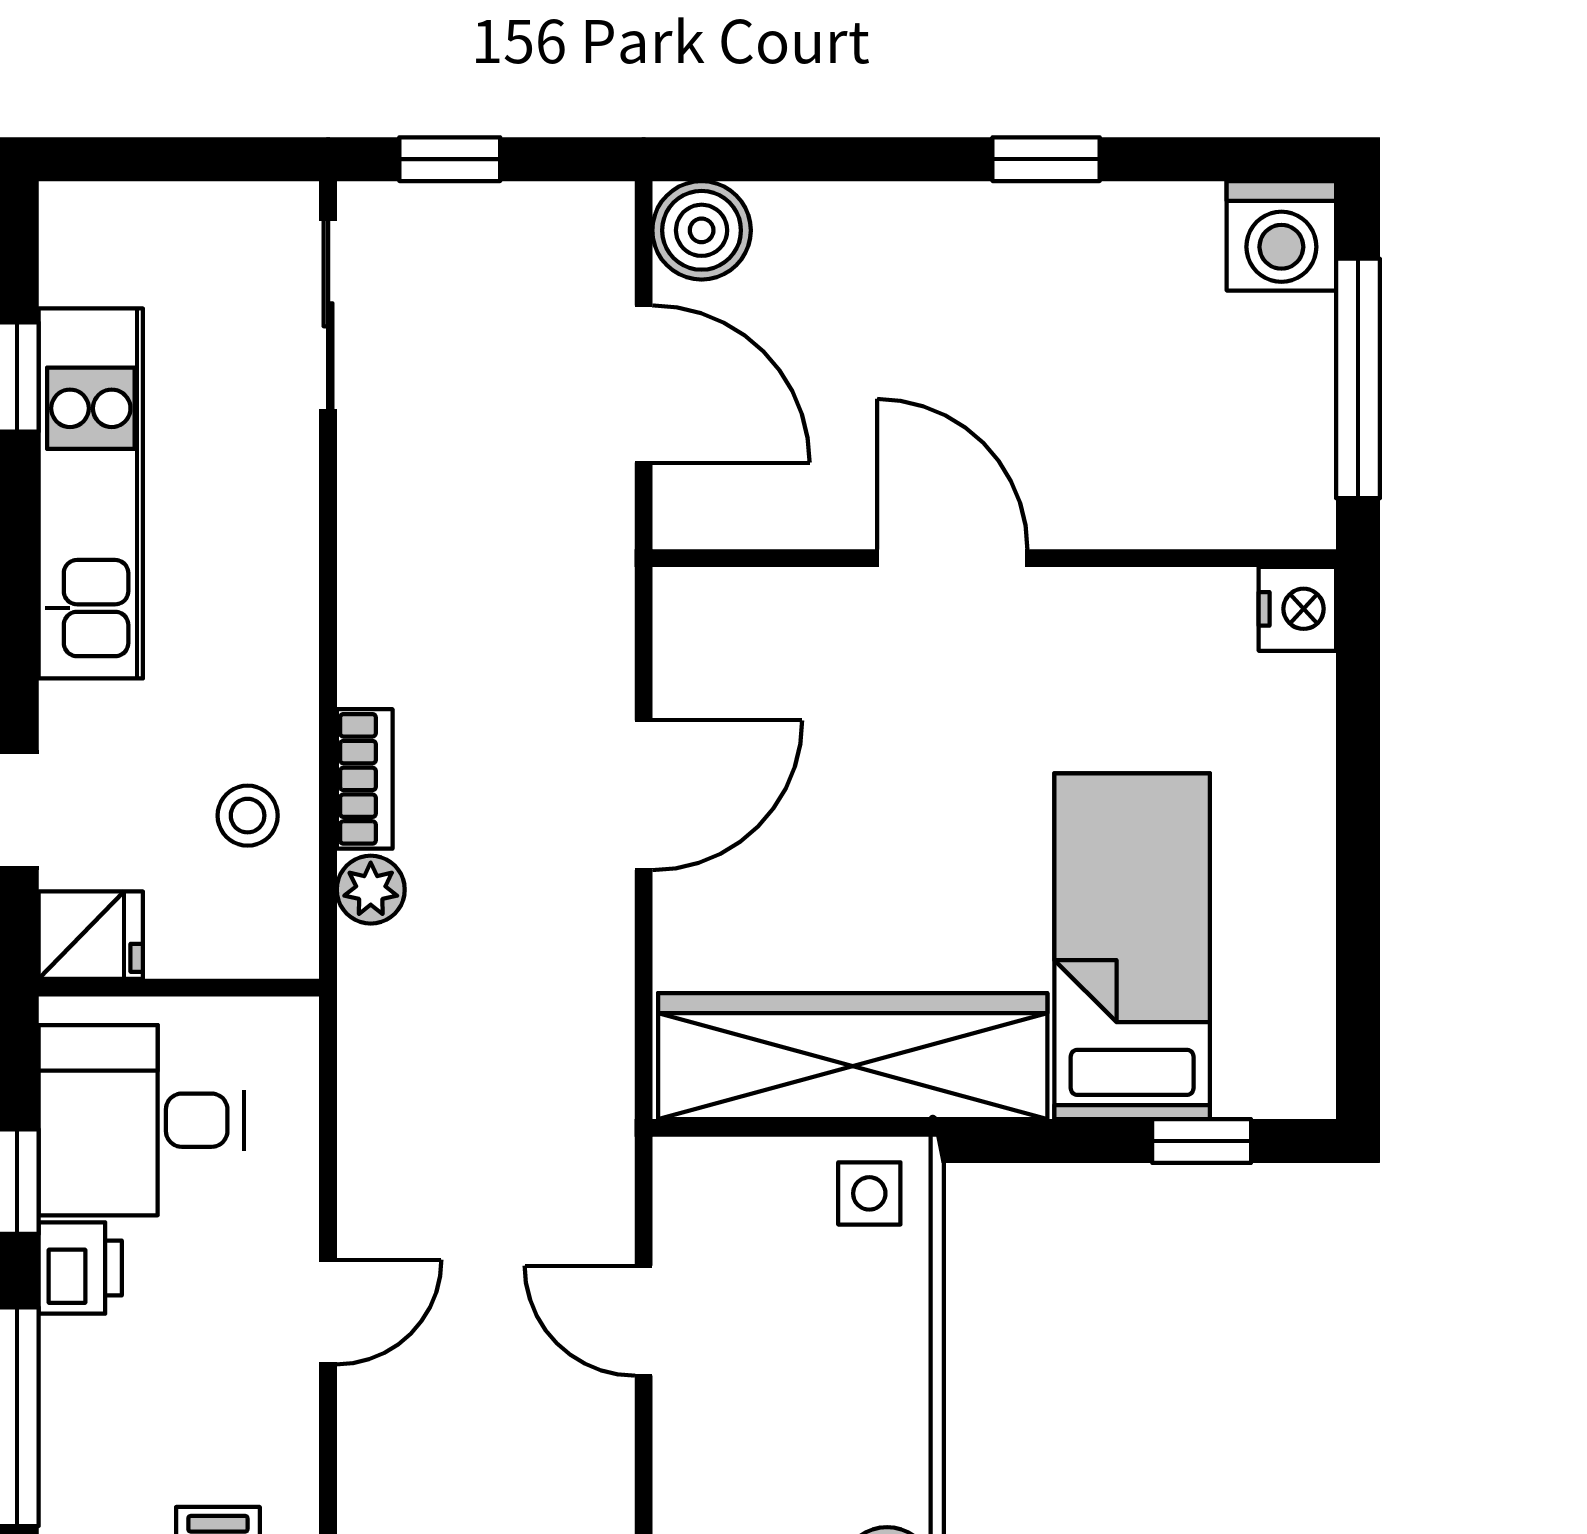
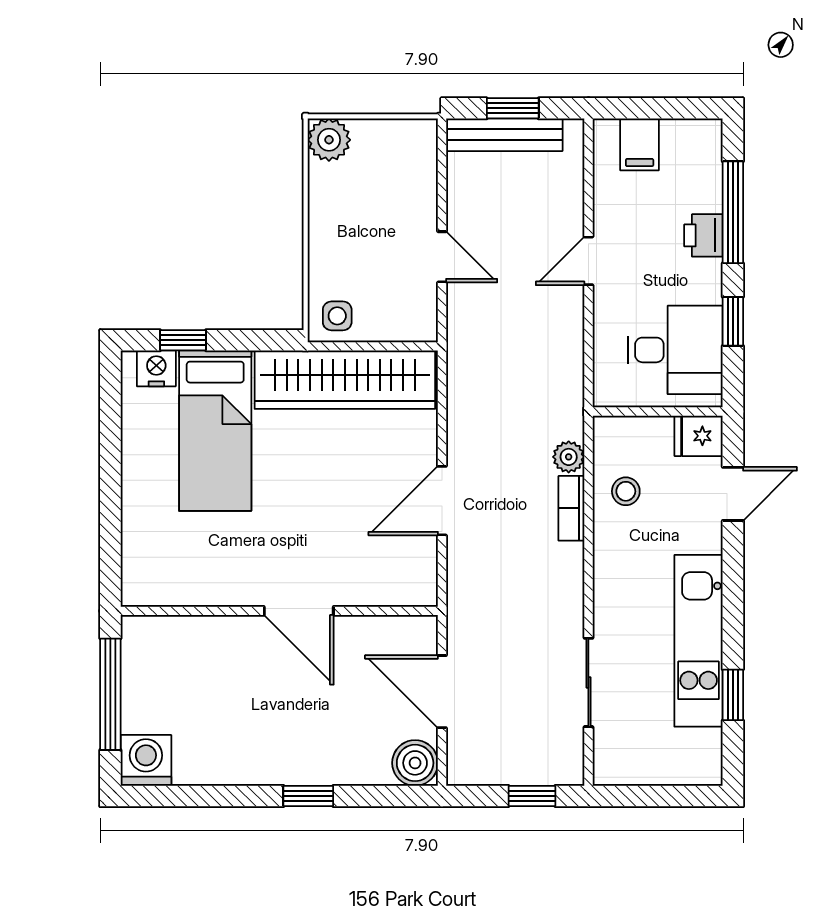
window: (1046, 159) -> (308, 796), moved
sliding door: (328, 315) -> (588, 682), moved
nightstand: (1297, 609) -> (156, 368), moved, turned 90
printer: (80, 1268) -> (703, 235), moved

